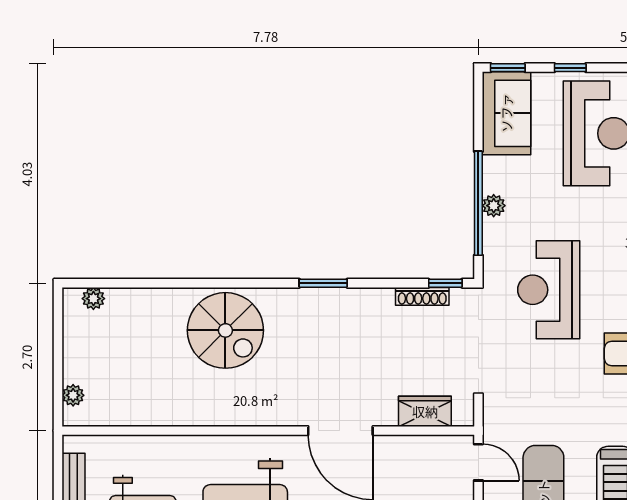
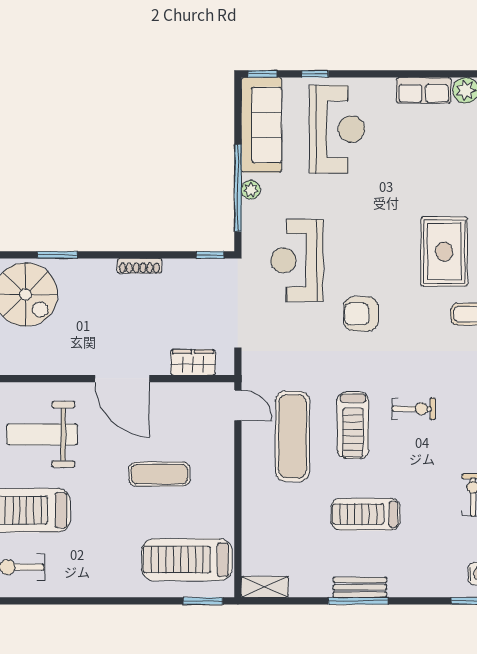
sofa: (506, 113) -> (261, 125), width x1.36
window: (323, 283) -> (57, 255), moved
shoe rack: (422, 296) -> (139, 266), moved

